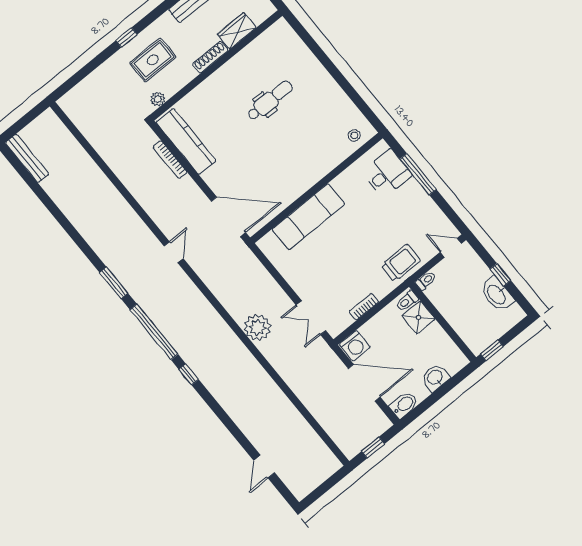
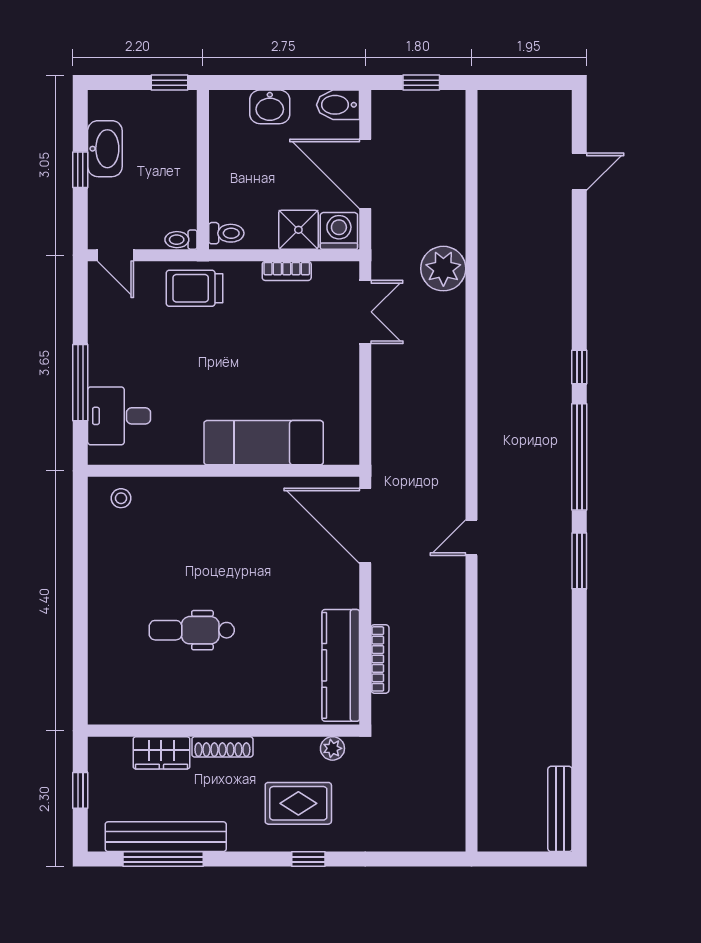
shower: (419, 317) -> (298, 230), moved
plant: (257, 327) -> (443, 269), moved

